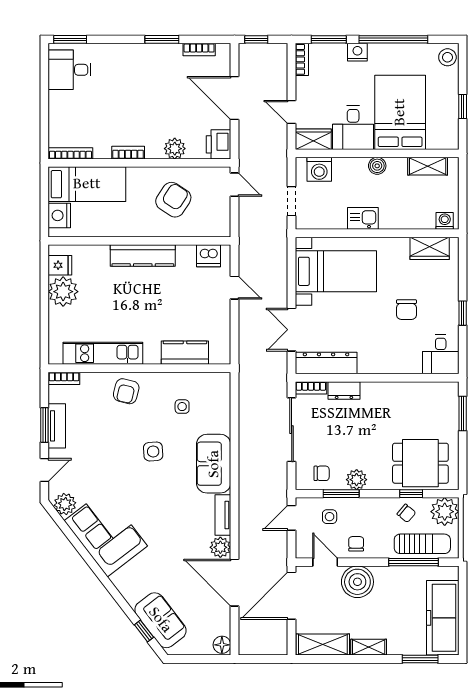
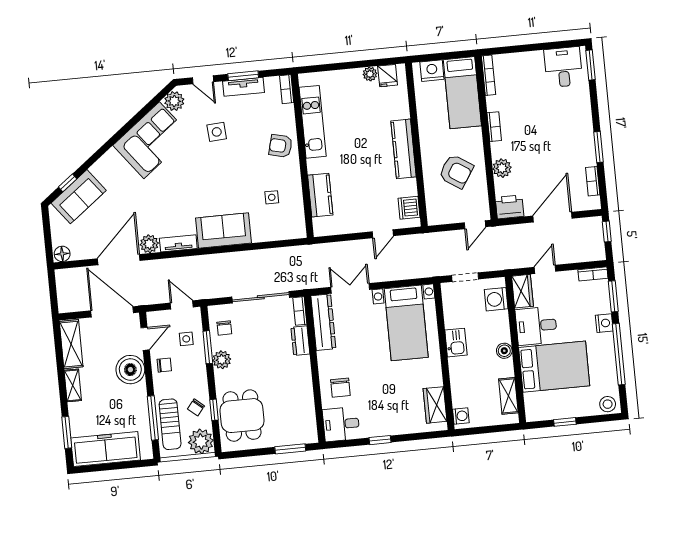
plant: (63, 292) -> (370, 74), width x0.53, depth x0.53
chair: (406, 310) -> (340, 388), moved, turned -90
side table: (153, 451) -> (217, 132), moved

